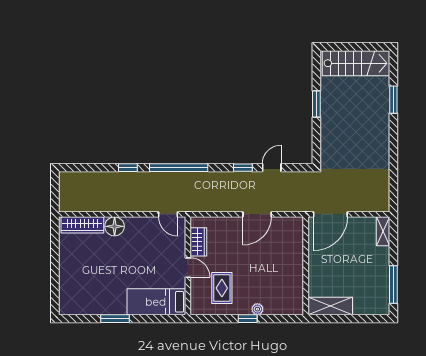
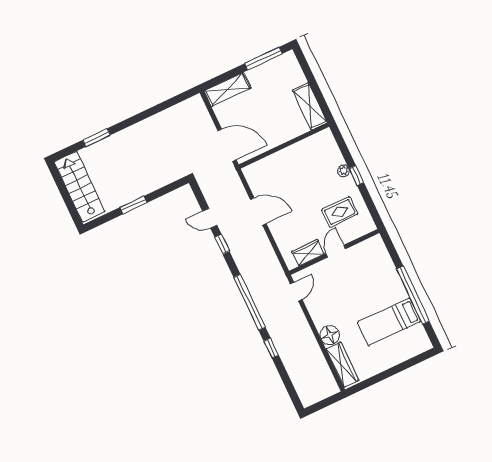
shelving: (383, 231) -> (227, 89), width x1.50, depth x1.33
bed: (156, 302) -> (389, 322), moved, turned 90
window: (115, 319) -> (413, 295), width x2.11

